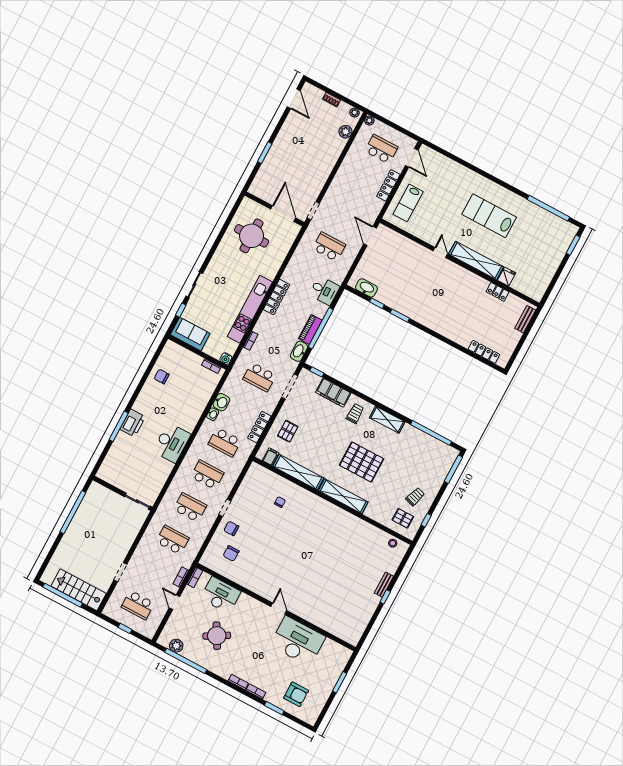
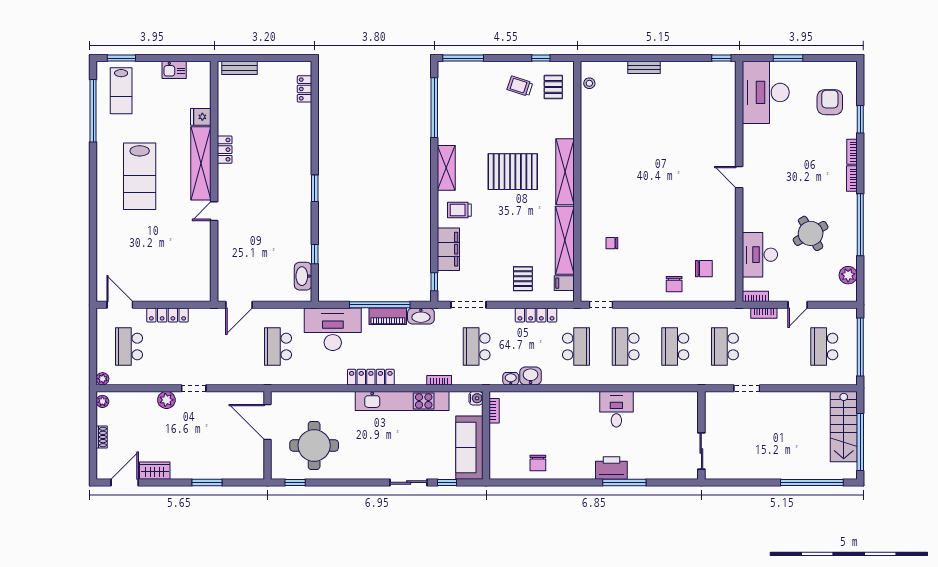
wardrobe: (291, 123) -> (155, 471), added
plant: (346, 132) -> (166, 400), moved
door: (412, 158) -> (120, 305), hinge flipped
lab bench: (408, 203) -> (121, 91), moved, turned 90
window: (234, 210) -> (295, 482), added
doorway: (313, 211) -> (194, 388), moved
door: (283, 214) -> (268, 422), hinge flipped
kitchen sink: (547, 276) -> (174, 70), added
desk: (324, 291) -> (333, 329), width x1.87, depth x1.30
locker: (497, 292) -> (225, 150), moved
window: (400, 316) -> (315, 188), moved
sofa: (190, 334) -> (469, 448), width x1.36
locker: (484, 352) -> (305, 89), width x0.66
school desk: (260, 377) -> (477, 347), turned 180
washbasin: (213, 414) -> (511, 379), moved
pallet: (288, 431) -> (523, 279), turned 90
desk: (172, 443) -> (616, 409), width x0.73
pallet: (362, 462) -> (513, 172), turned 90
sliding door: (137, 501) -> (701, 451), moved
doorway: (225, 508) -> (601, 305), moved
window: (73, 512) -> (812, 482), moved
doorway: (120, 572) -> (747, 388), moved
window: (385, 597) -> (721, 58), moved
school desk: (138, 605) -> (824, 347), turned 180
door: (279, 609) -> (739, 177), hinge flipped
window: (125, 628) -> (860, 347), width x3.17
desk: (298, 641) -> (766, 92), moved
window: (186, 661) -> (860, 225), moved

